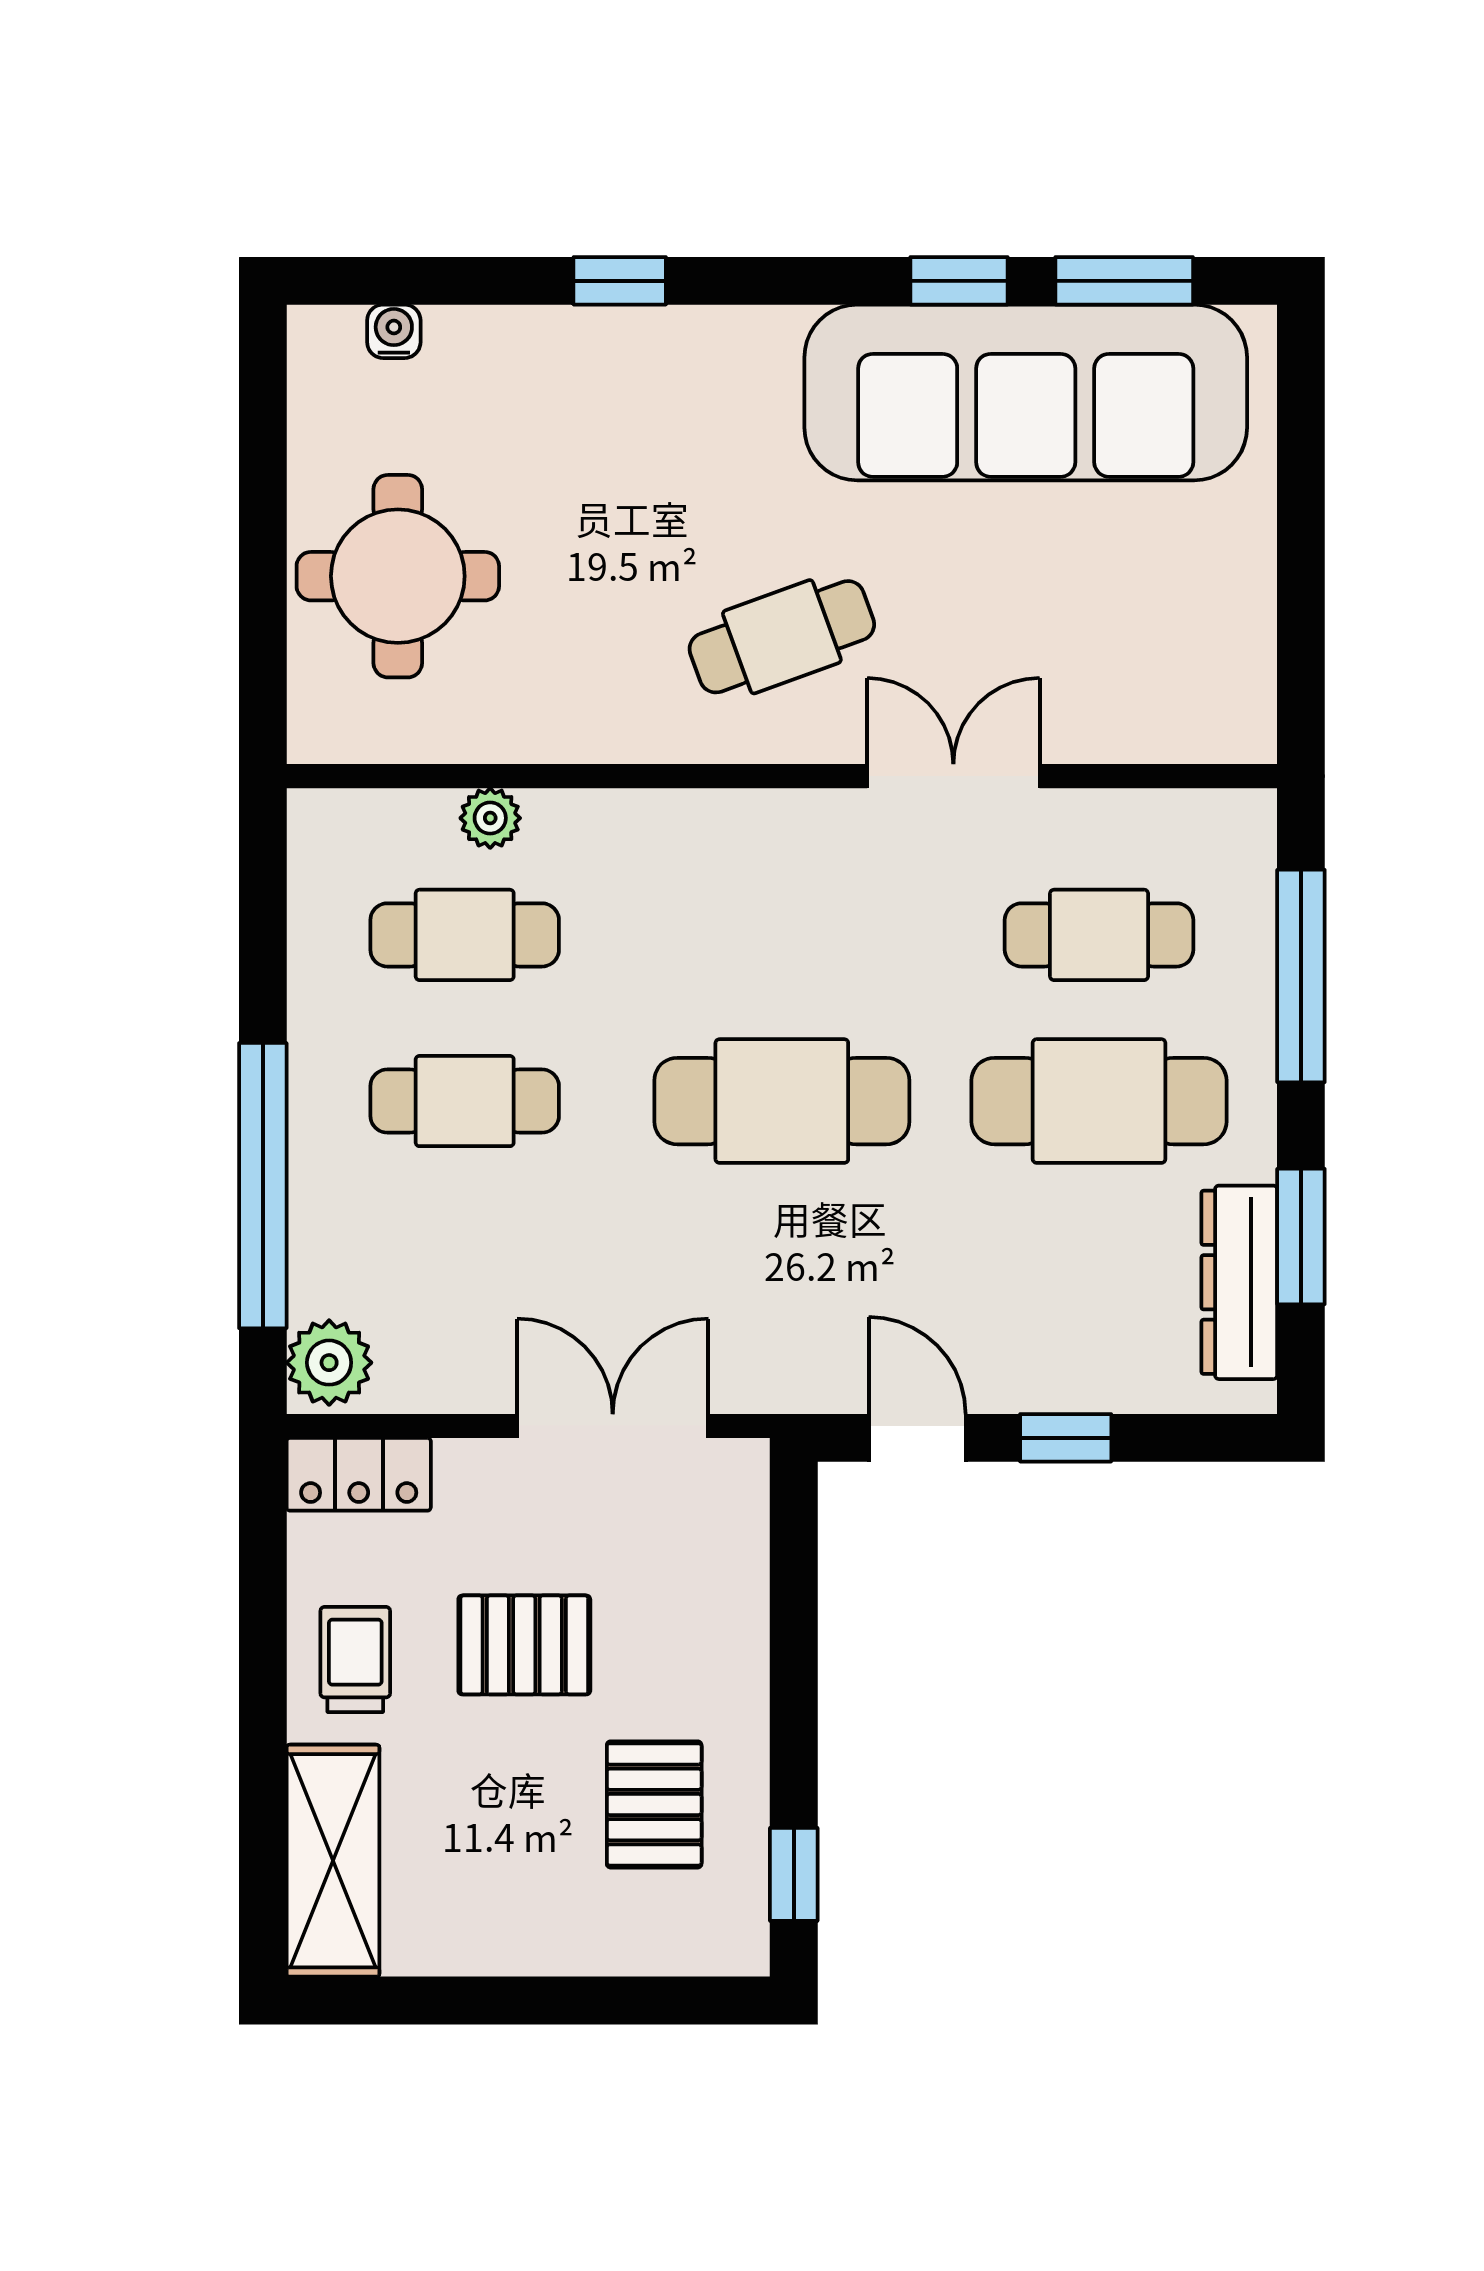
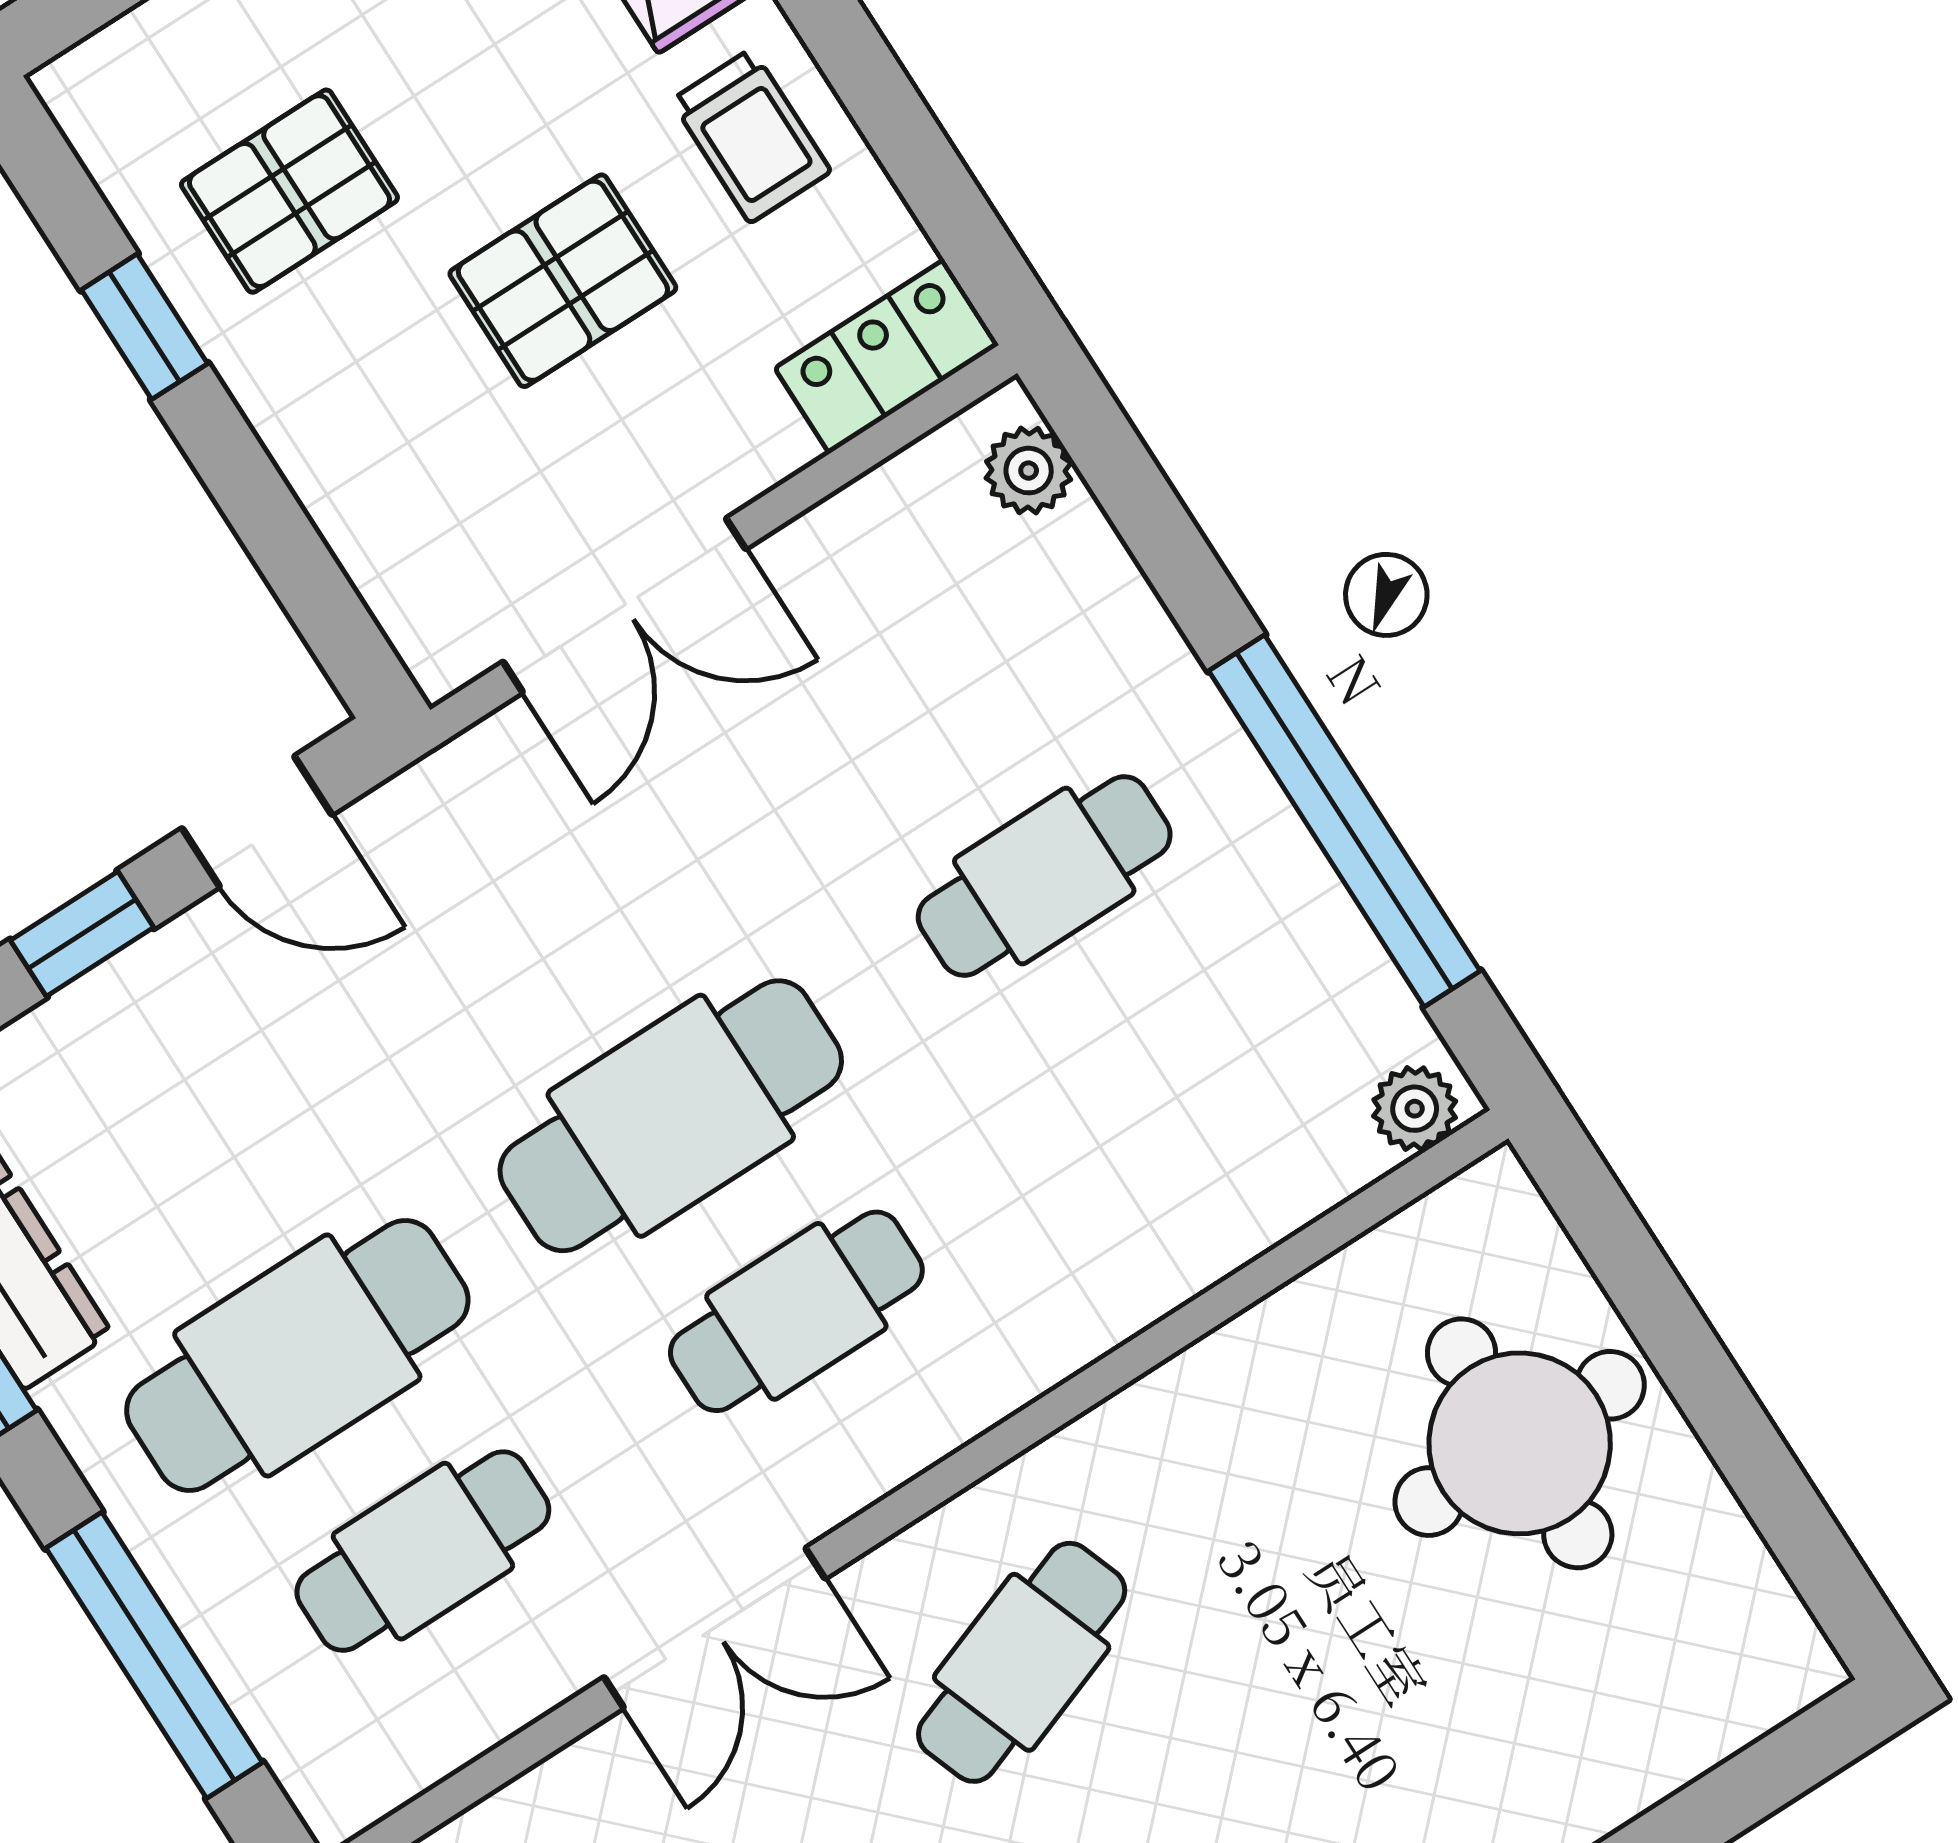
water cooler: (394, 331) -> (1709, 1729), removed
plant: (490, 818) -> (1415, 1109), moved
cafe table: (465, 935) -> (796, 1311), moved
window: (263, 1186) -> (1344, 821), moved
plant: (329, 1363) -> (1029, 471), width x0.73, depth x0.73
pallet: (654, 1804) -> (289, 191), turned 90
window: (794, 1874) -> (144, 327), moved

